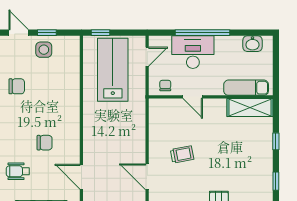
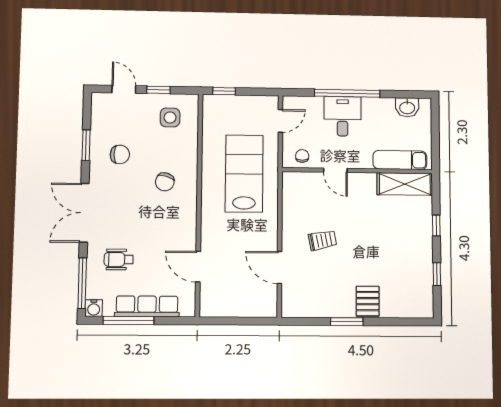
side table: (44, 50) -> (170, 117), moved
desk: (193, 52) -> (343, 116), width x0.73
lab bench: (113, 70) -> (244, 174), moved
chair: (45, 143) -> (165, 182), moved, turned 106

